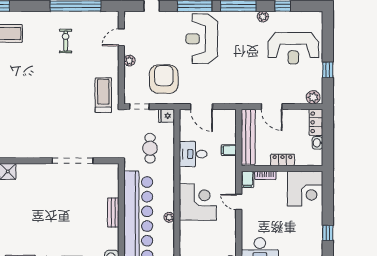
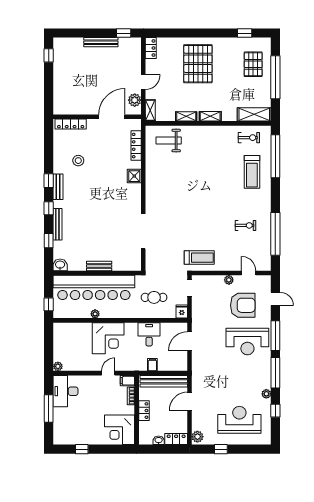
reception desk: (202, 39) -> (247, 342), turned 180
reception desk: (293, 48) -> (239, 420), turned 90
armchair: (164, 79) -> (243, 305), moved

